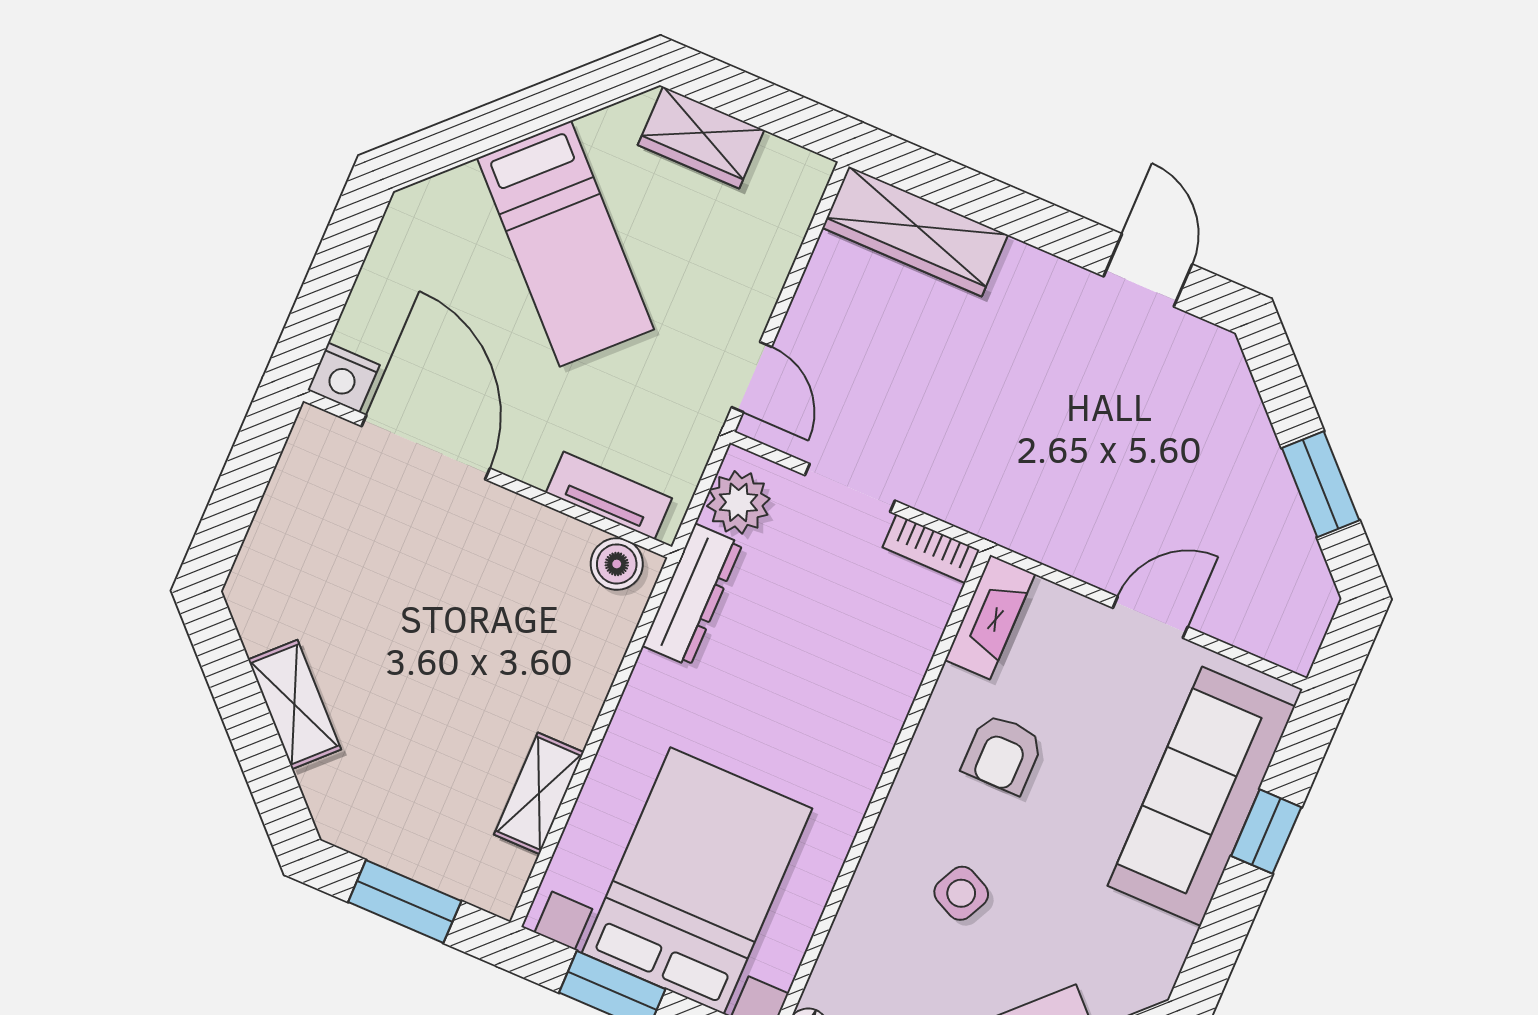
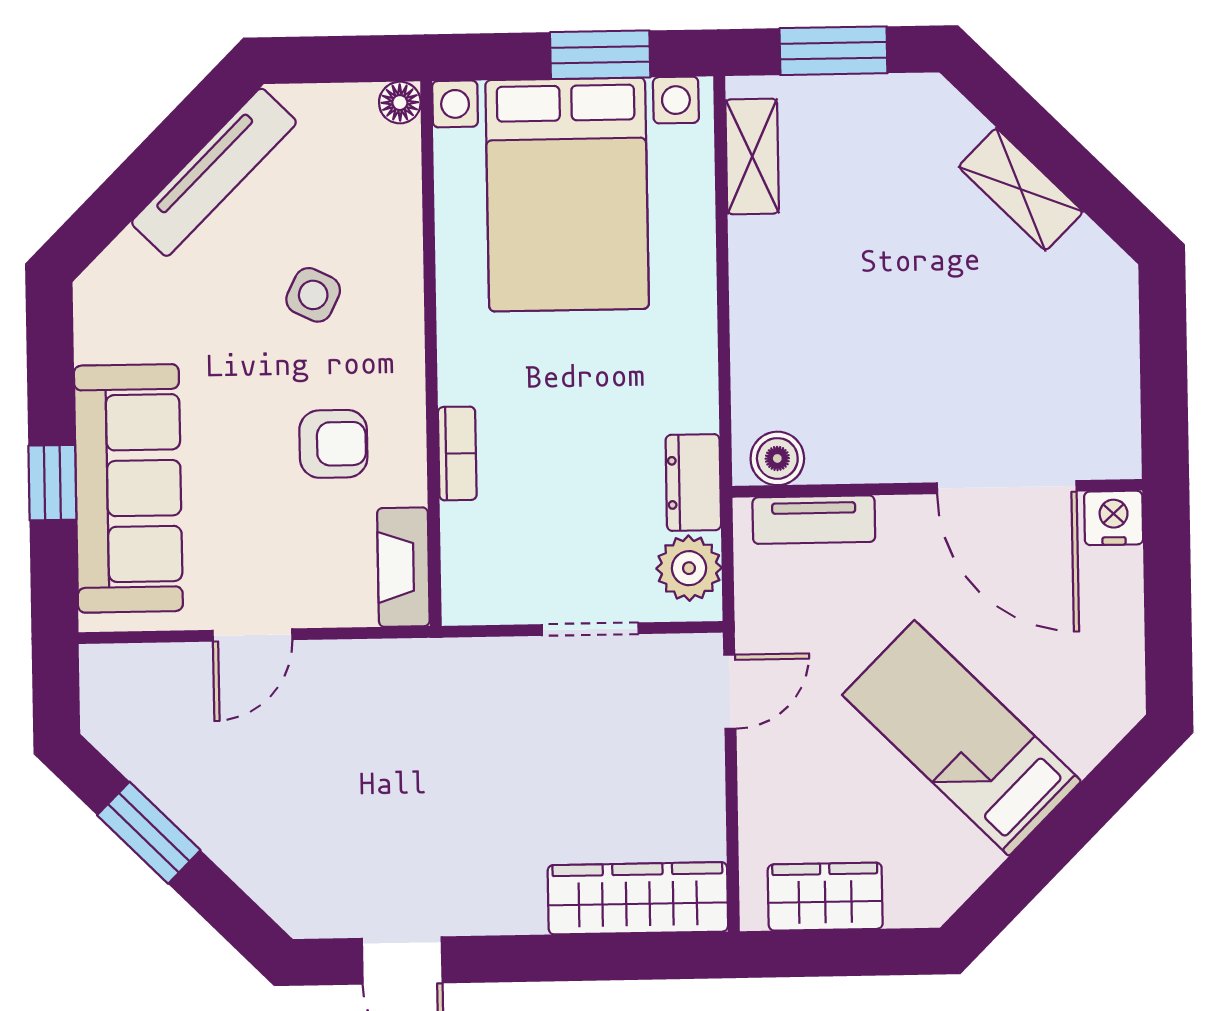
wardrobe: (701, 137) -> (825, 897), moved
door: (752, 377) -> (730, 692), swing flipped
bookcase: (931, 549) -> (457, 453), moved, turned 90
dresser: (692, 595) -> (693, 483), width x0.70
armchair: (1003, 754) -> (333, 444), turned 90
shelving: (539, 793) -> (752, 156), moved

